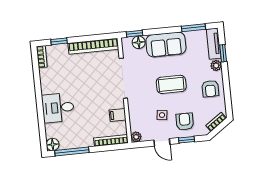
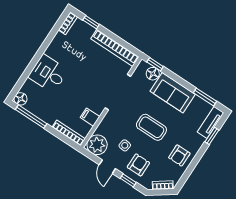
plant: (216, 65) -> (199, 141), removed
plant: (136, 137) -> (97, 145), width x1.88, depth x1.88

